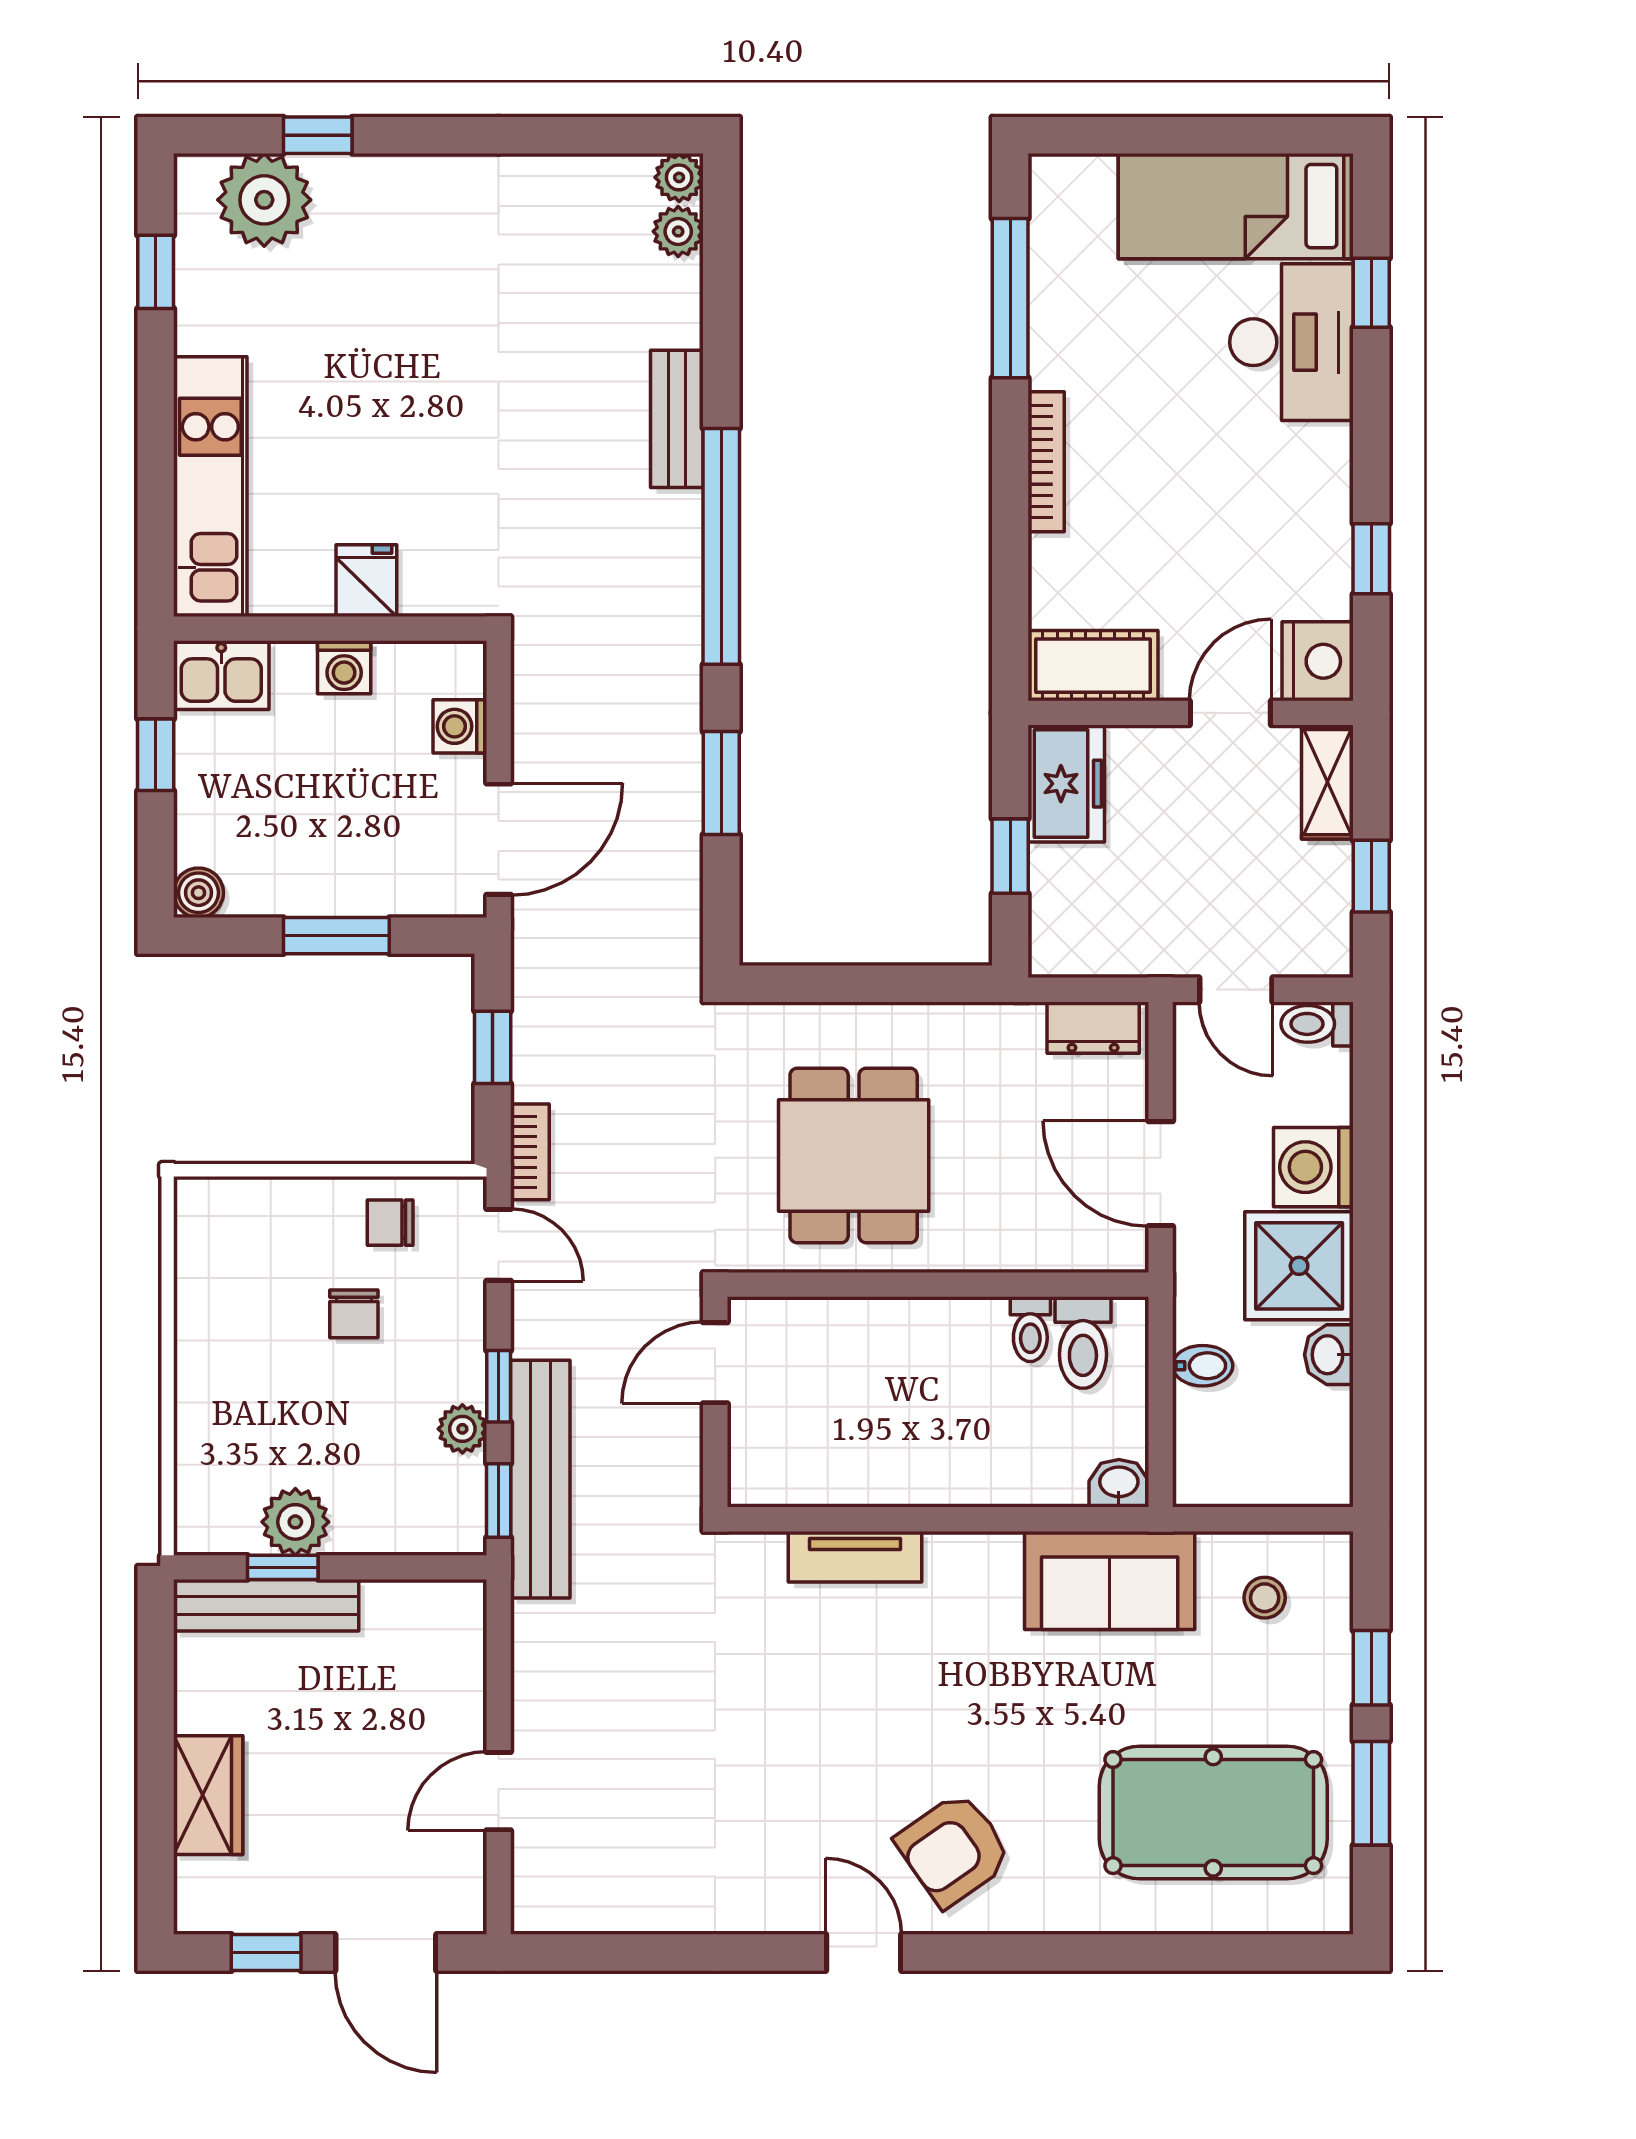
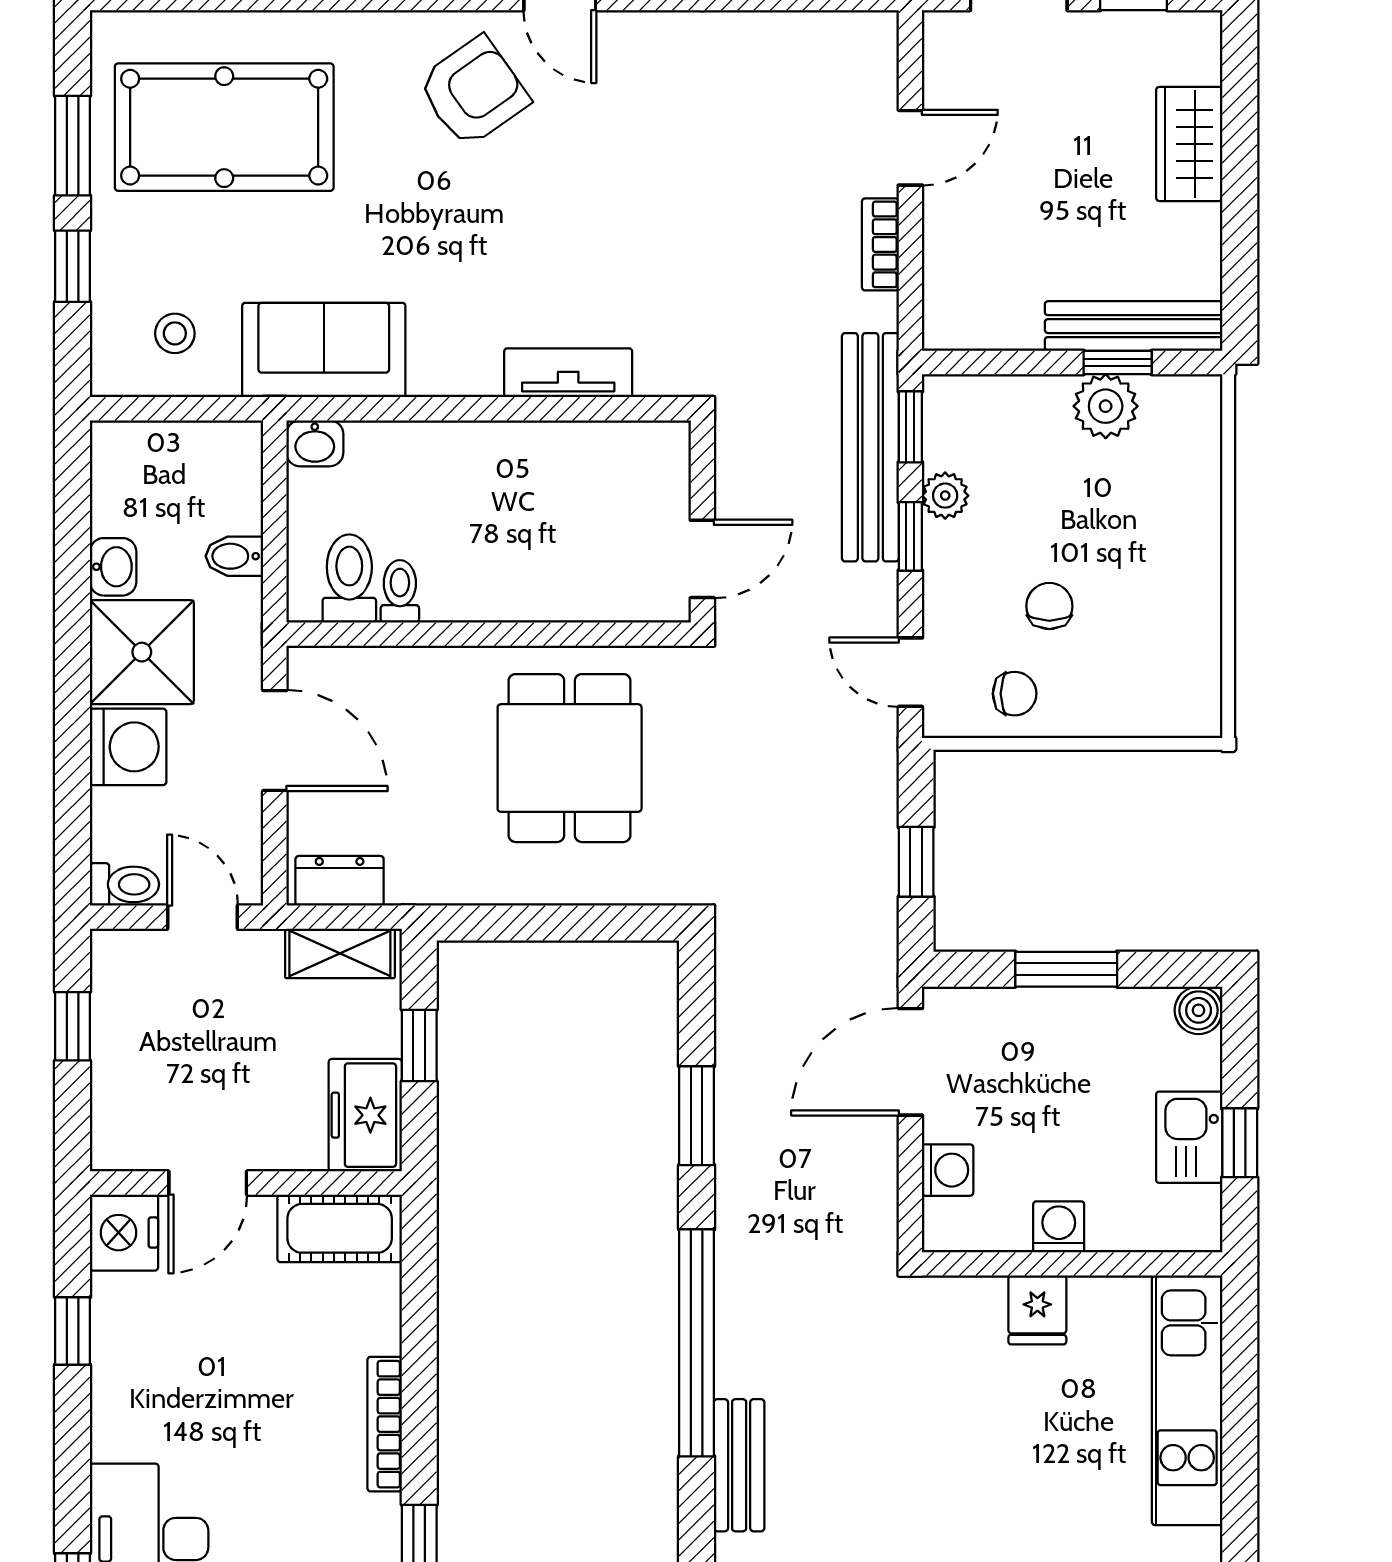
kitchen sink: (221, 675) -> (1189, 1137), moved, turned -90
shelving: (1327, 782) -> (340, 953), moved, turned 90
bookcase: (530, 1152) -> (880, 244), moved

